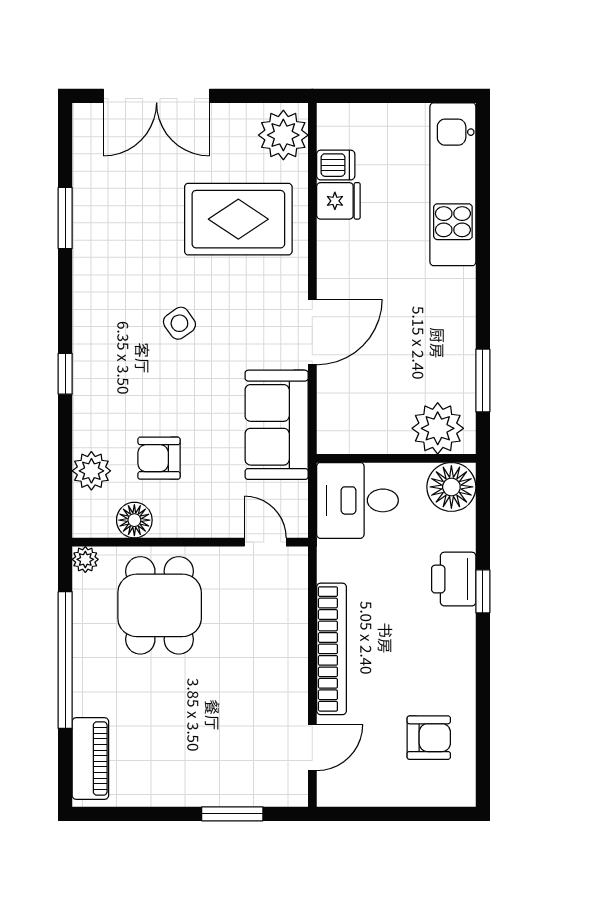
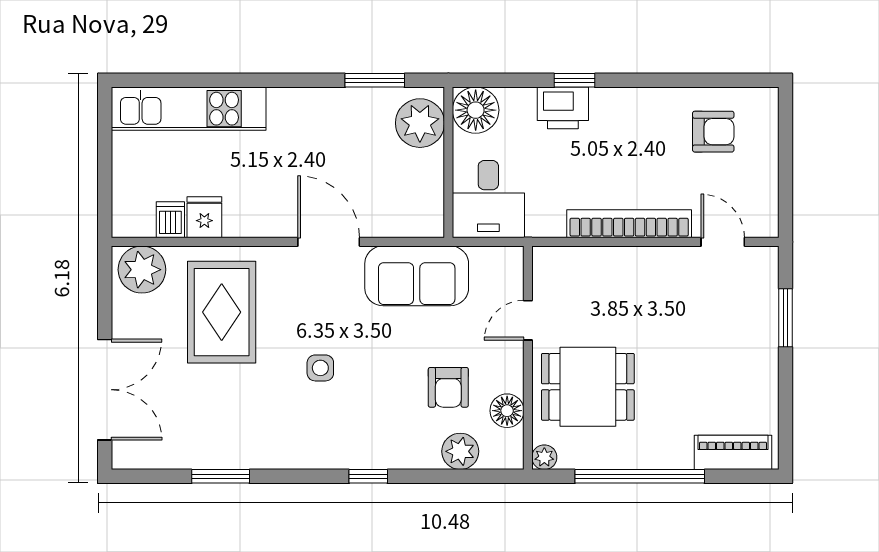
side table: (179, 323) -> (320, 368), turned 35
door: (265, 542) -> (528, 320), moved
armchair: (429, 738) -> (713, 132), turned 90

